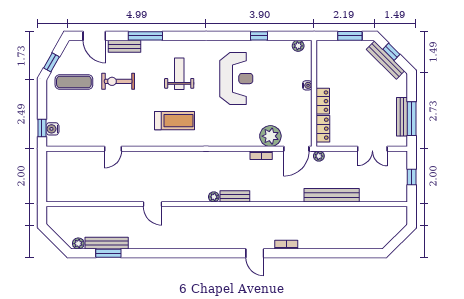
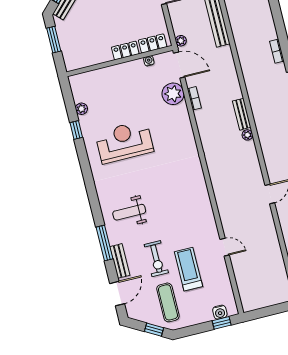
plant: (298, 46) -> (81, 109), moved
weight bench: (179, 74) -> (129, 212), moved
water cooler: (307, 85) -> (149, 61), moved
treadmill: (175, 121) -> (188, 269), moved

